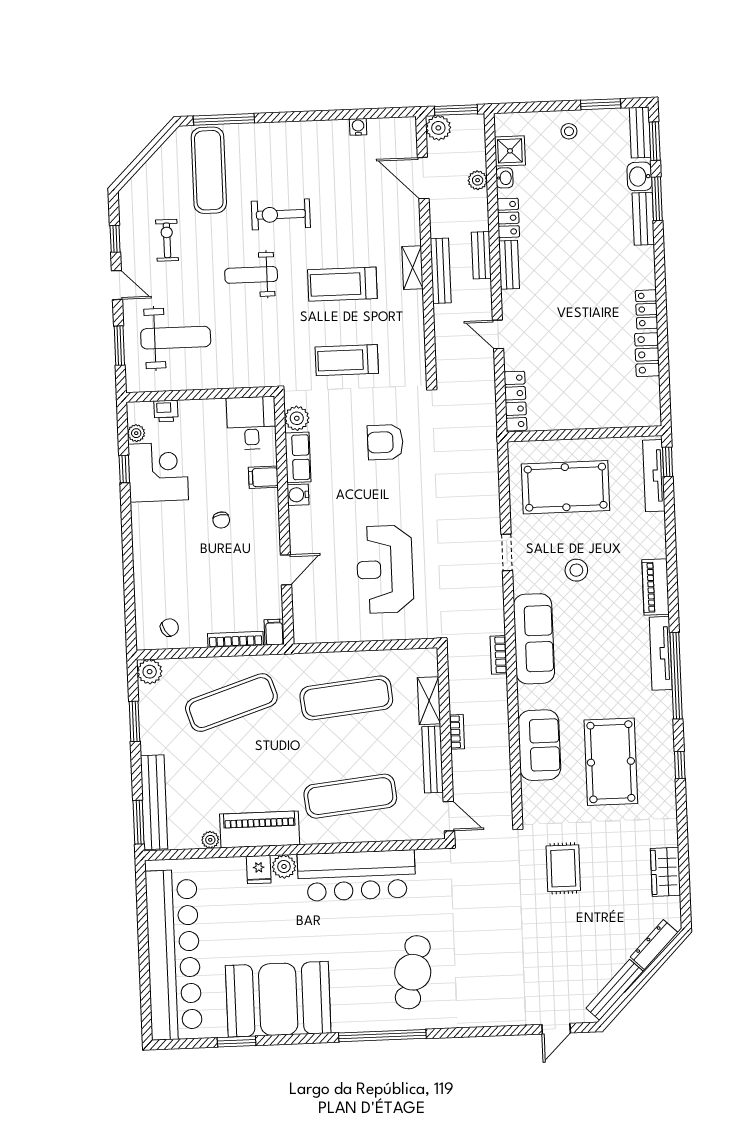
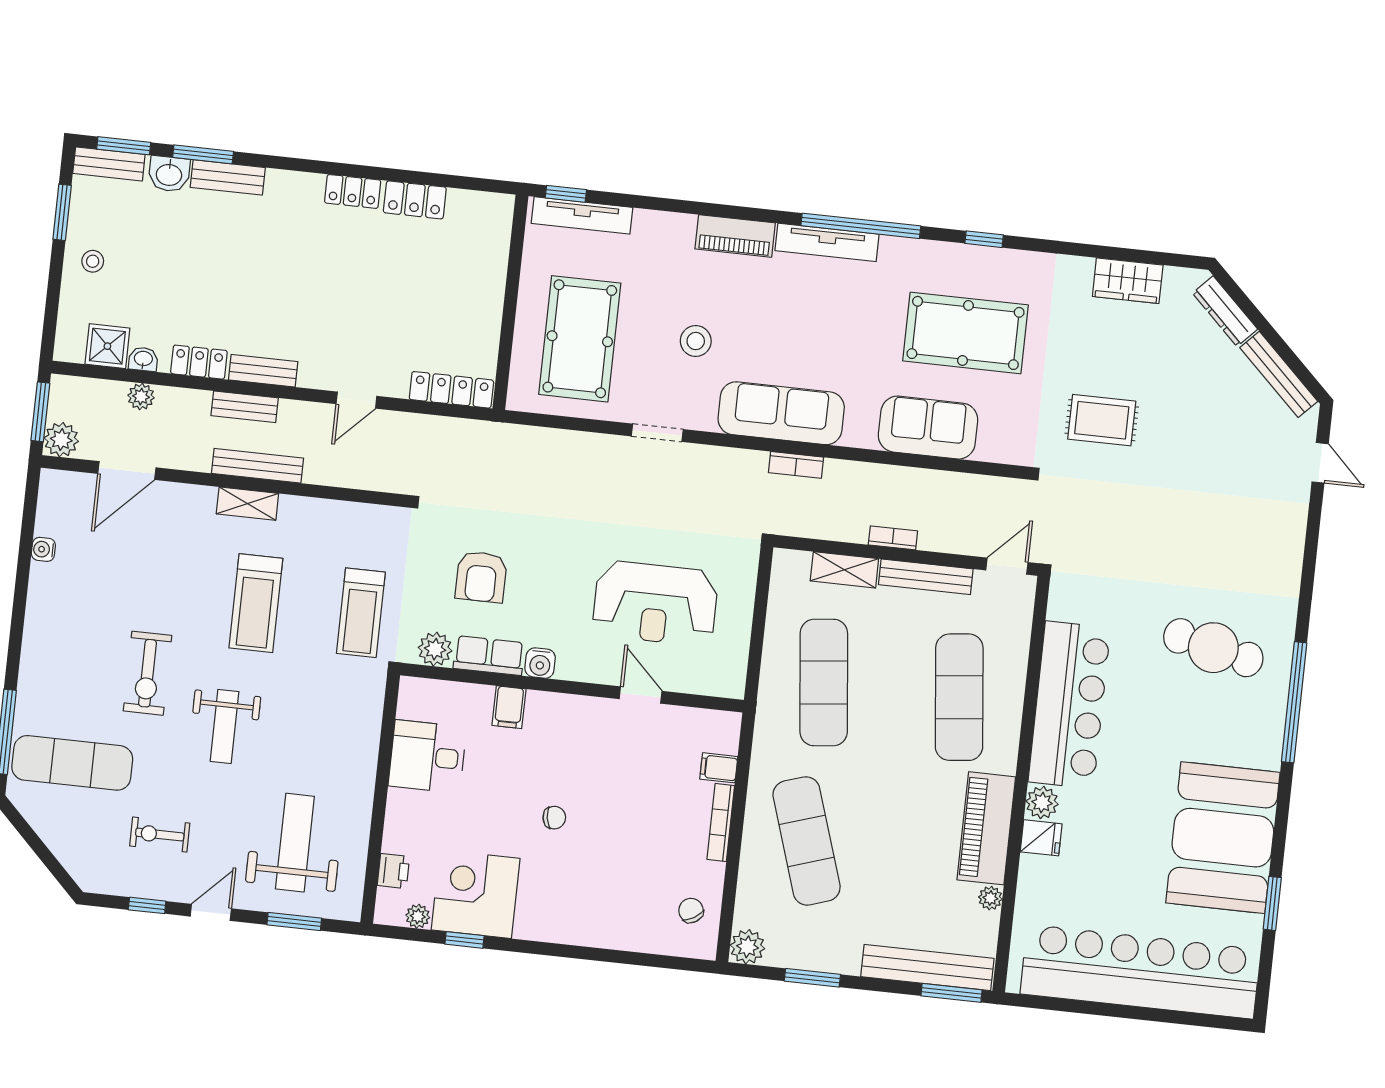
plant: (297, 418) -> (435, 649), moved
row of seats: (298, 457) -> (489, 656), moved
filing cabinet: (263, 477) -> (509, 707), moved
water cooler: (298, 495) -> (540, 663), moved
wall: (284, 520) -> (572, 688), moved
door: (286, 570) -> (641, 695), moved

